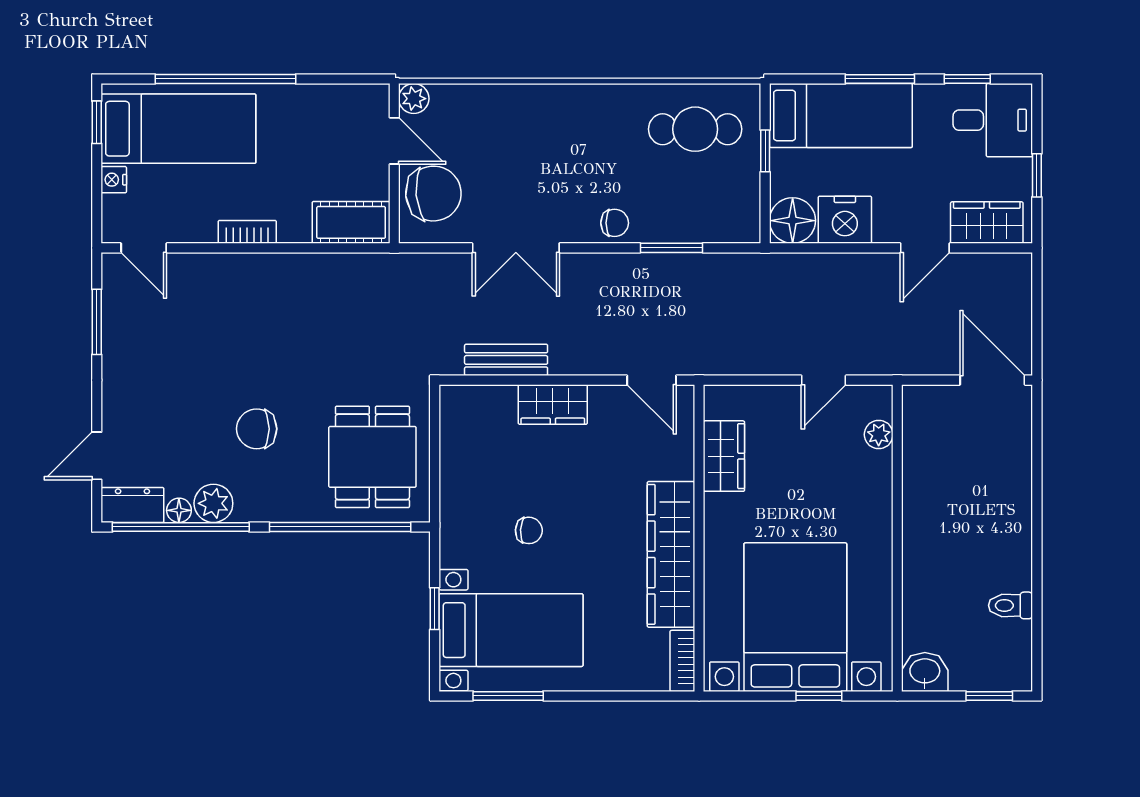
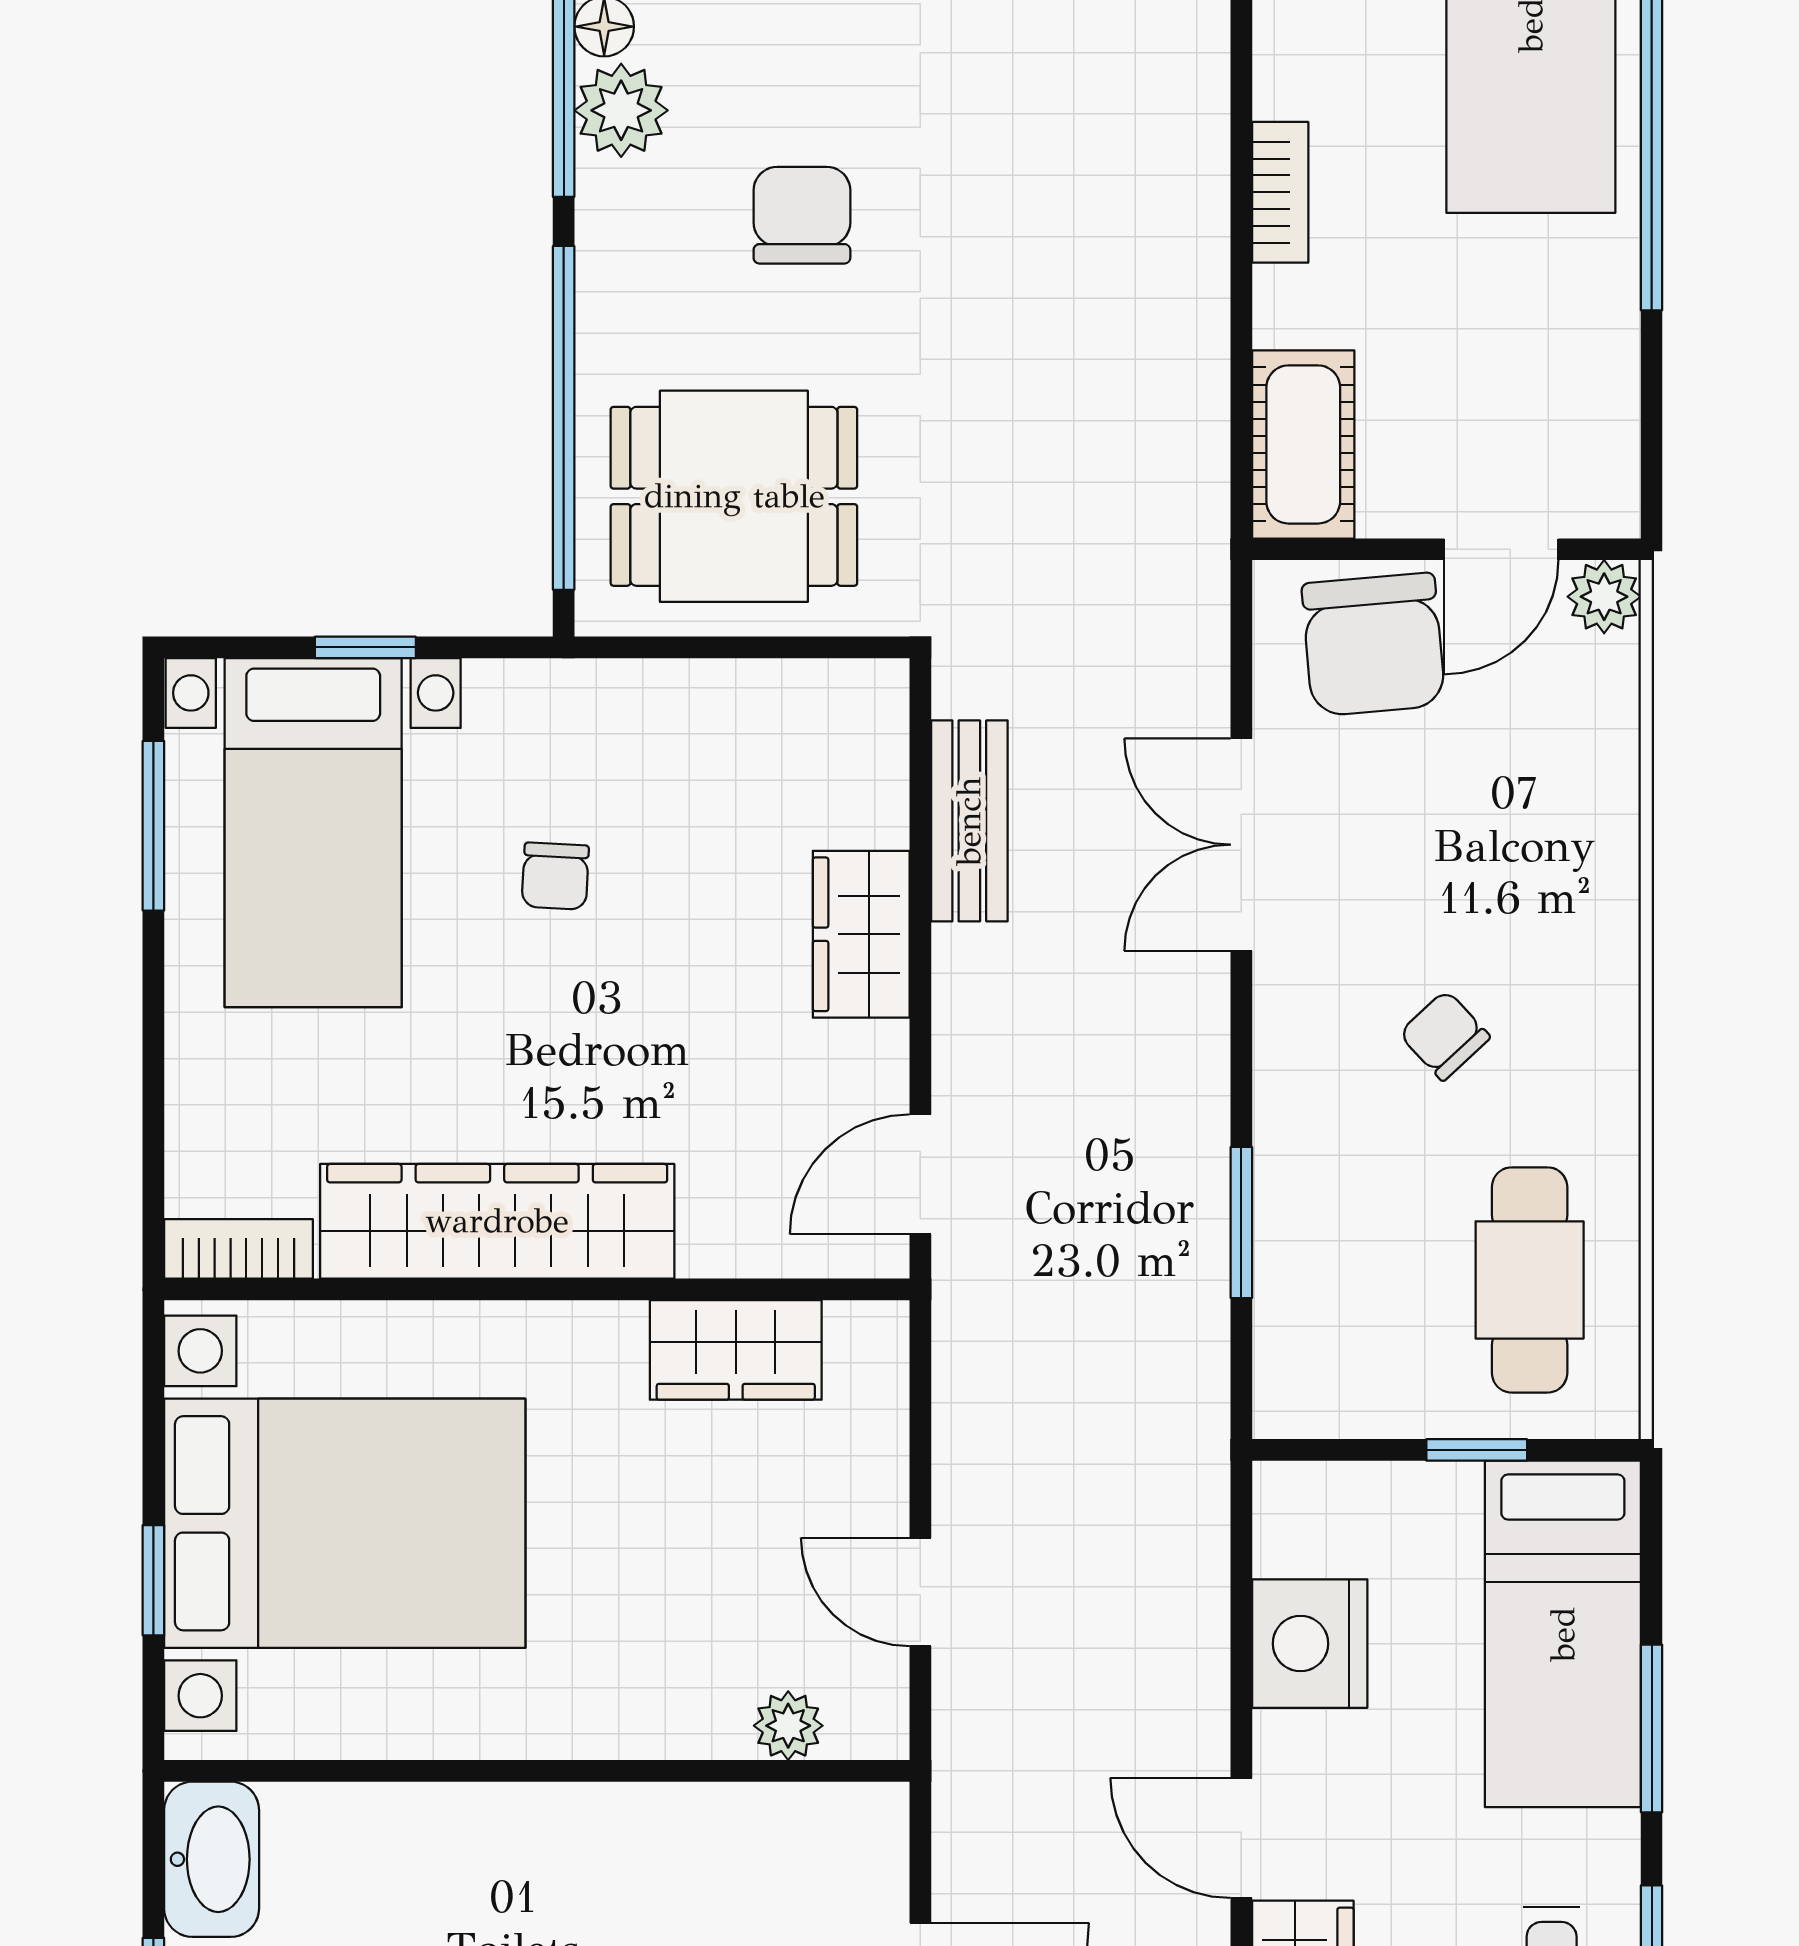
floor lamp: (793, 221) -> (1308, 1516), removed
chair: (615, 223) -> (1445, 1035), moved, turned 137
washbasin: (925, 672) -> (212, 1859), width x1.38

